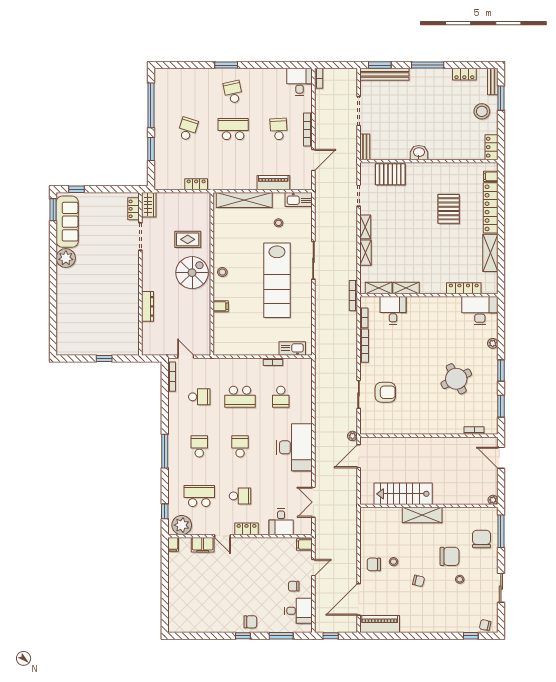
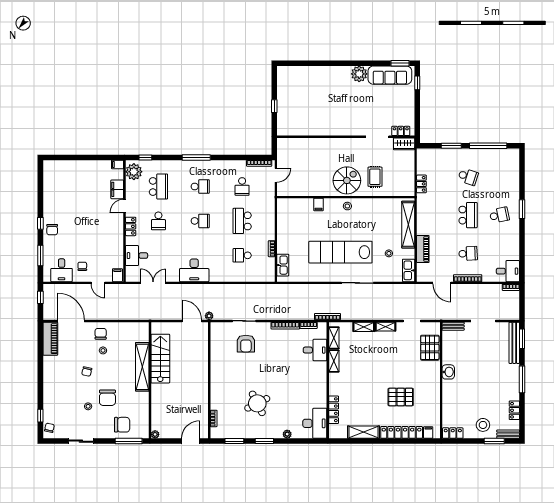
spiral stairs: (192, 273) -> (347, 180), turned -90
dresser: (147, 306) -> (318, 143), removed
desk: (294, 447) -> (194, 270), width x0.73, depth x0.77
shelving: (422, 515) -> (142, 367), width x1.47

